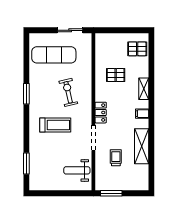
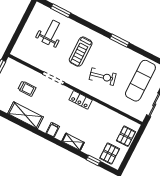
window: (151, 61) -> (93, 160), added
pallet: (116, 75) -> (126, 136), moved
locker: (101, 113) -> (81, 100), moved
weight bench: (77, 170) -> (51, 32), moved

